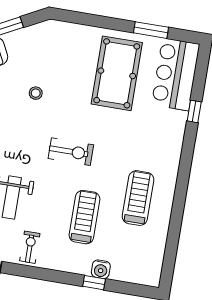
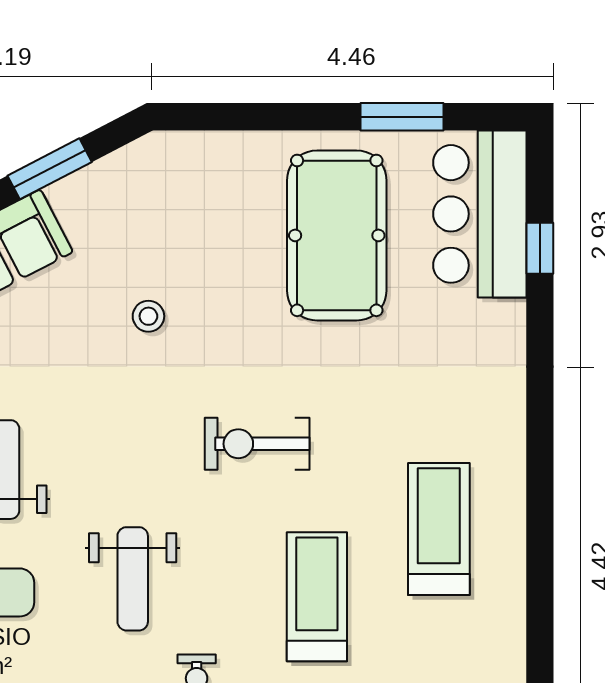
window: (194, 111) -> (540, 248), moved
exercise bike: (71, 152) -> (257, 444), turned 180

